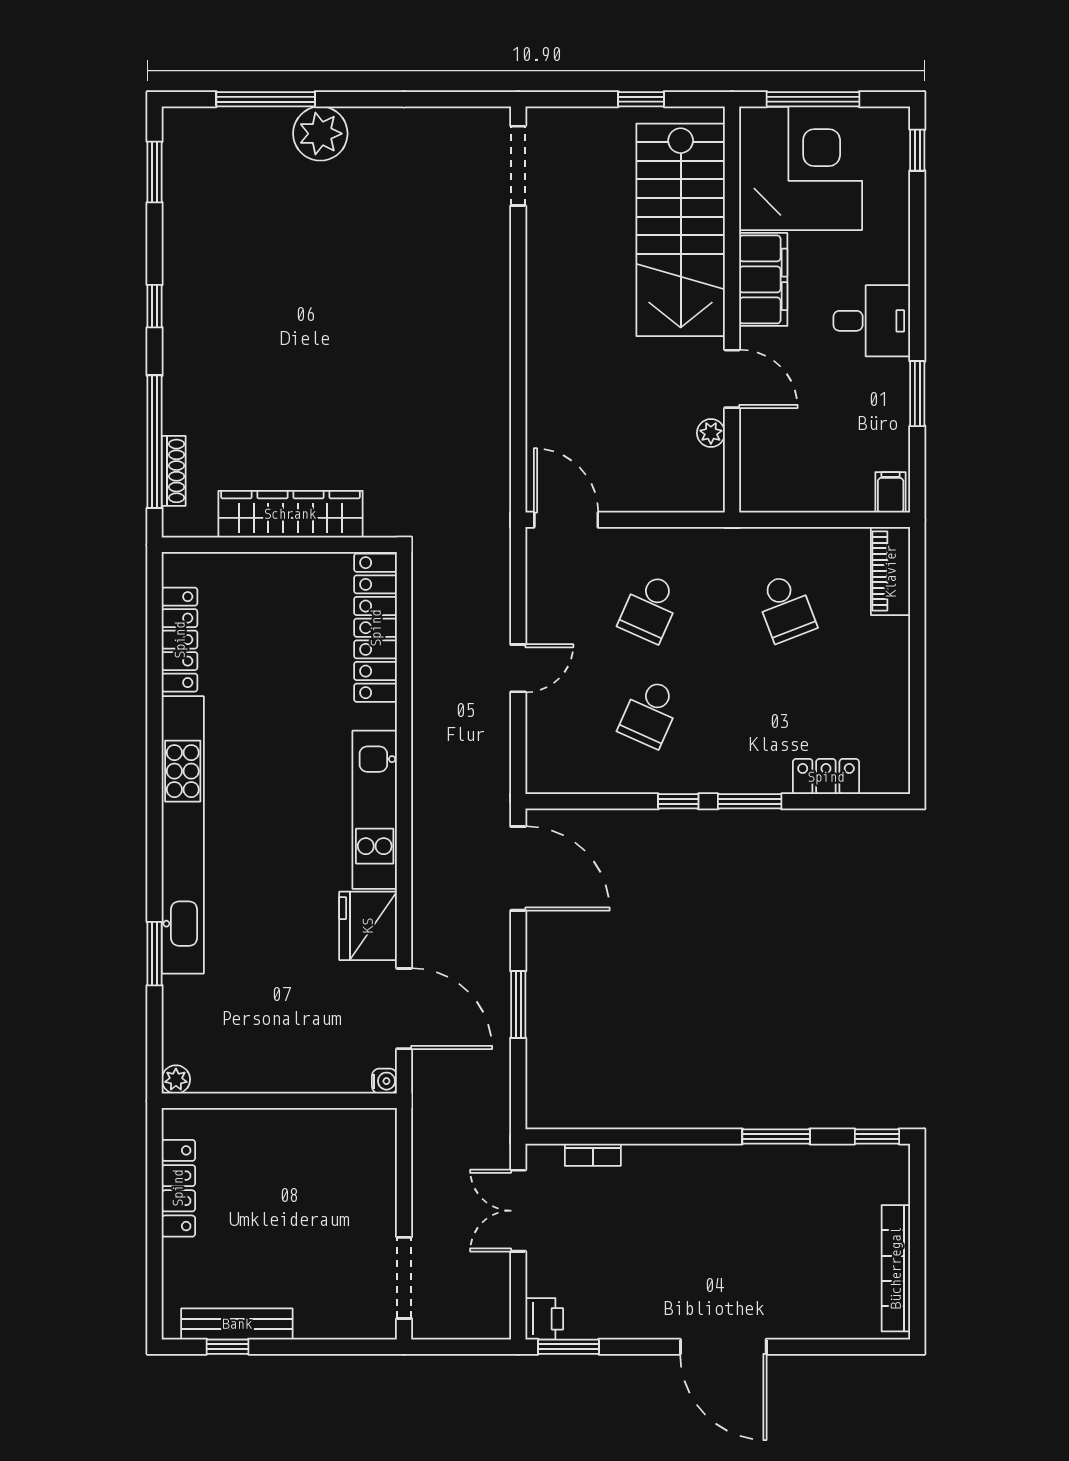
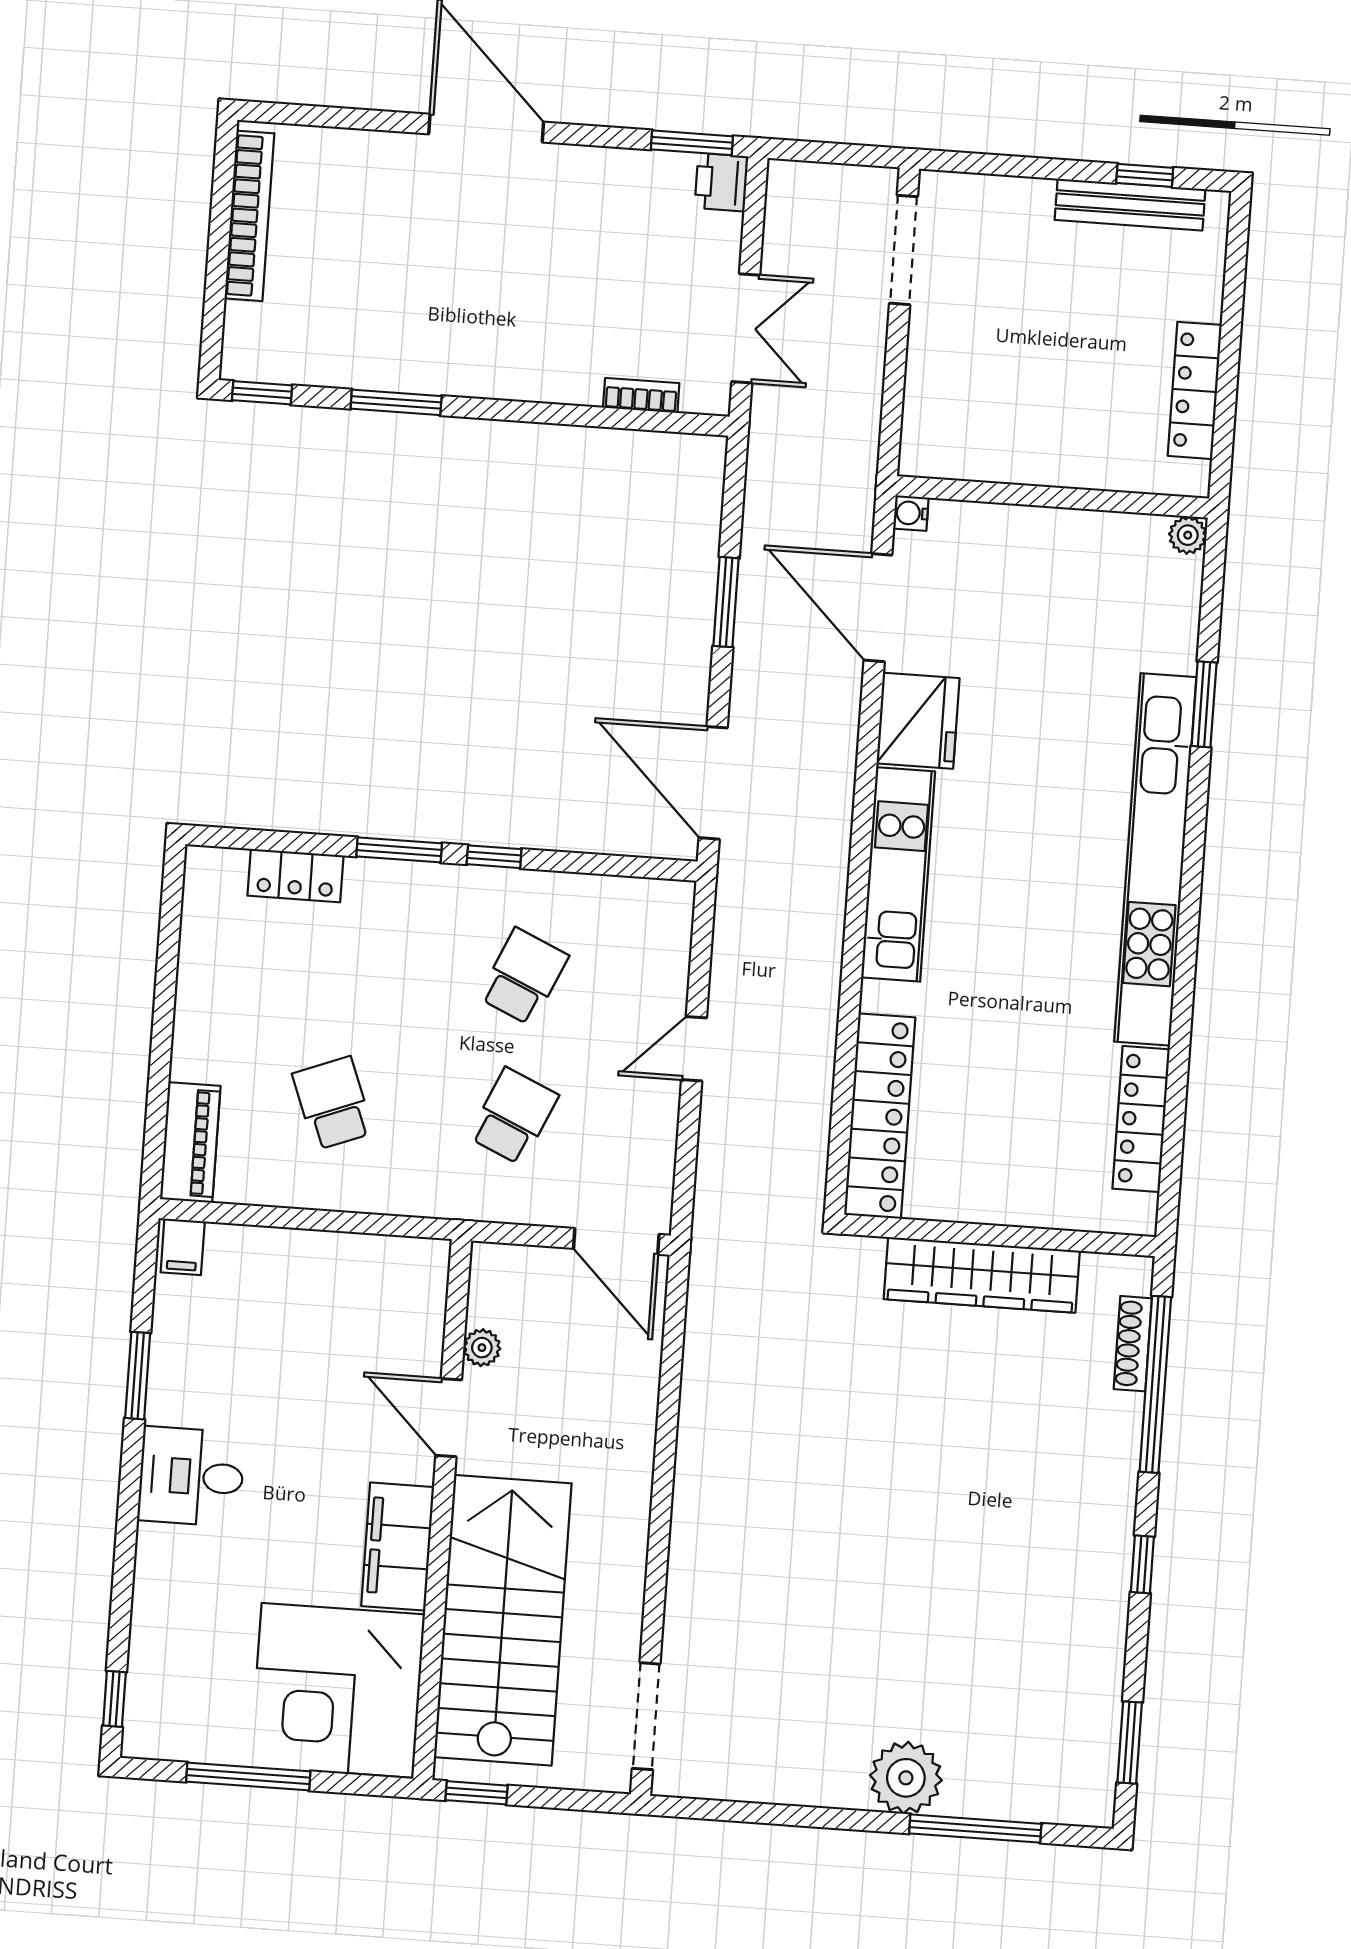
corner desk: (801, 169) -> (337, 1690), moved
stairs: (681, 230) -> (503, 1620), moved
filing cabinet: (763, 279) -> (398, 1547), moved
wall: (732, 309) -> (442, 1510), moved
door: (732, 379) -> (449, 1418), moved
plant: (711, 433) -> (482, 1348), moved

